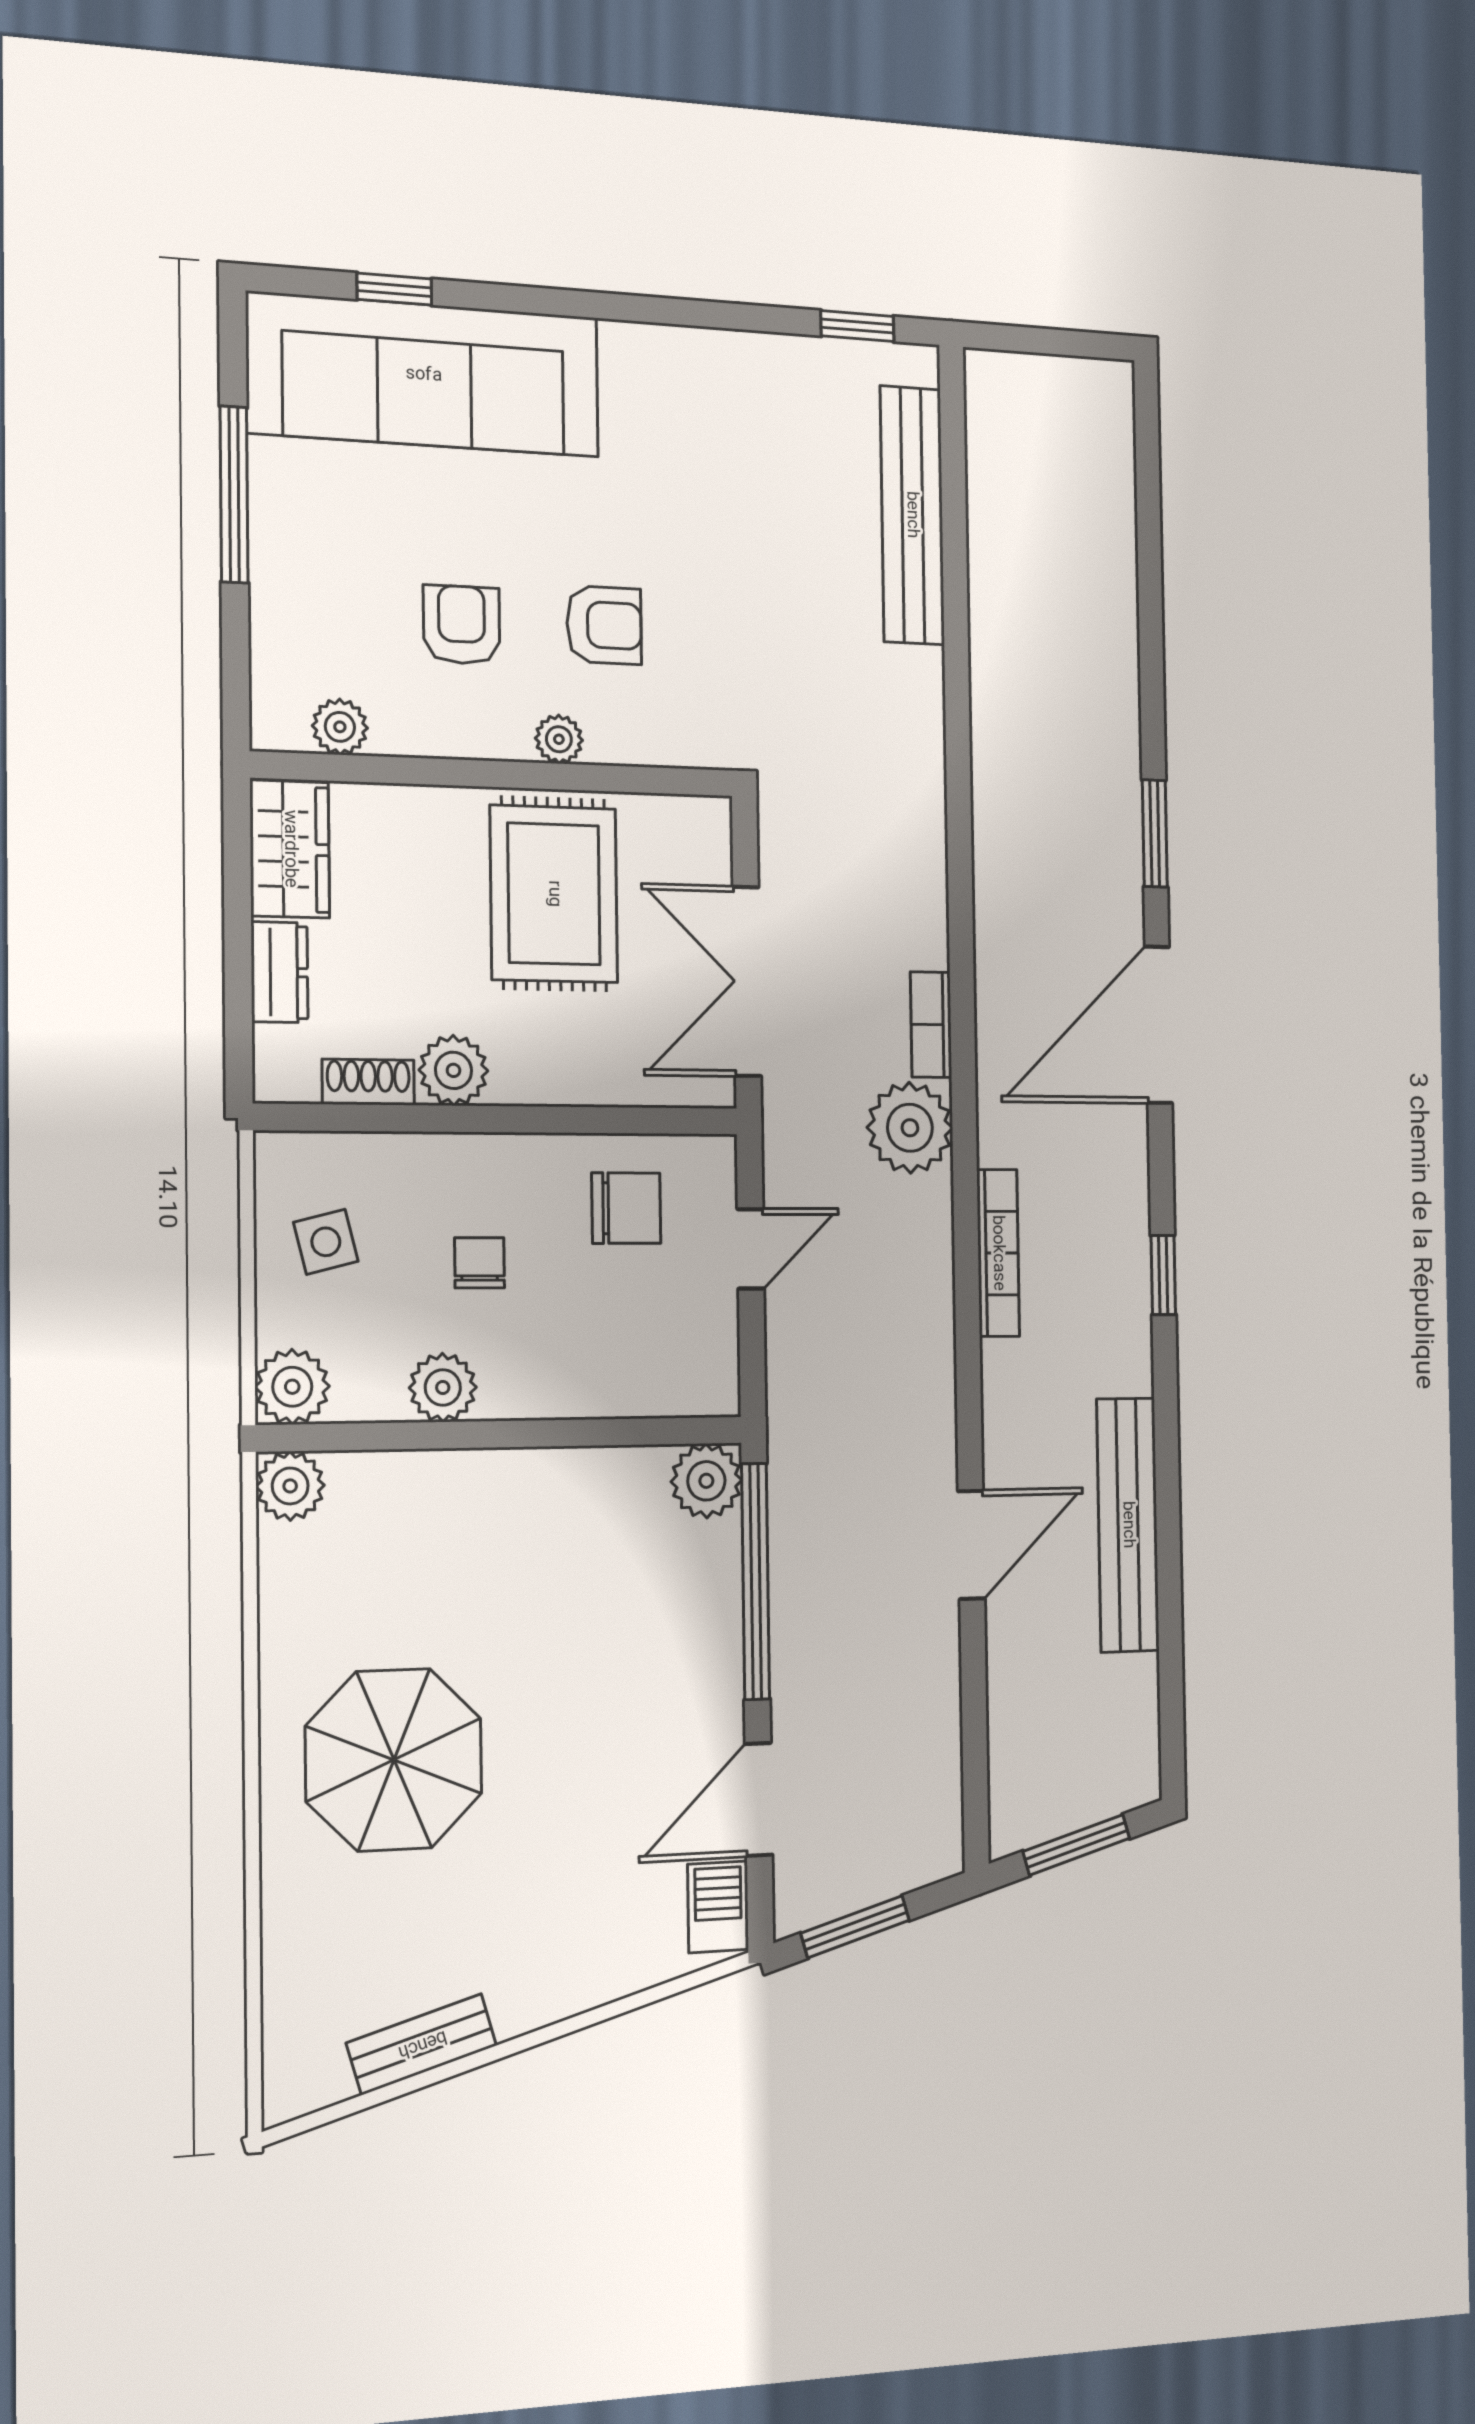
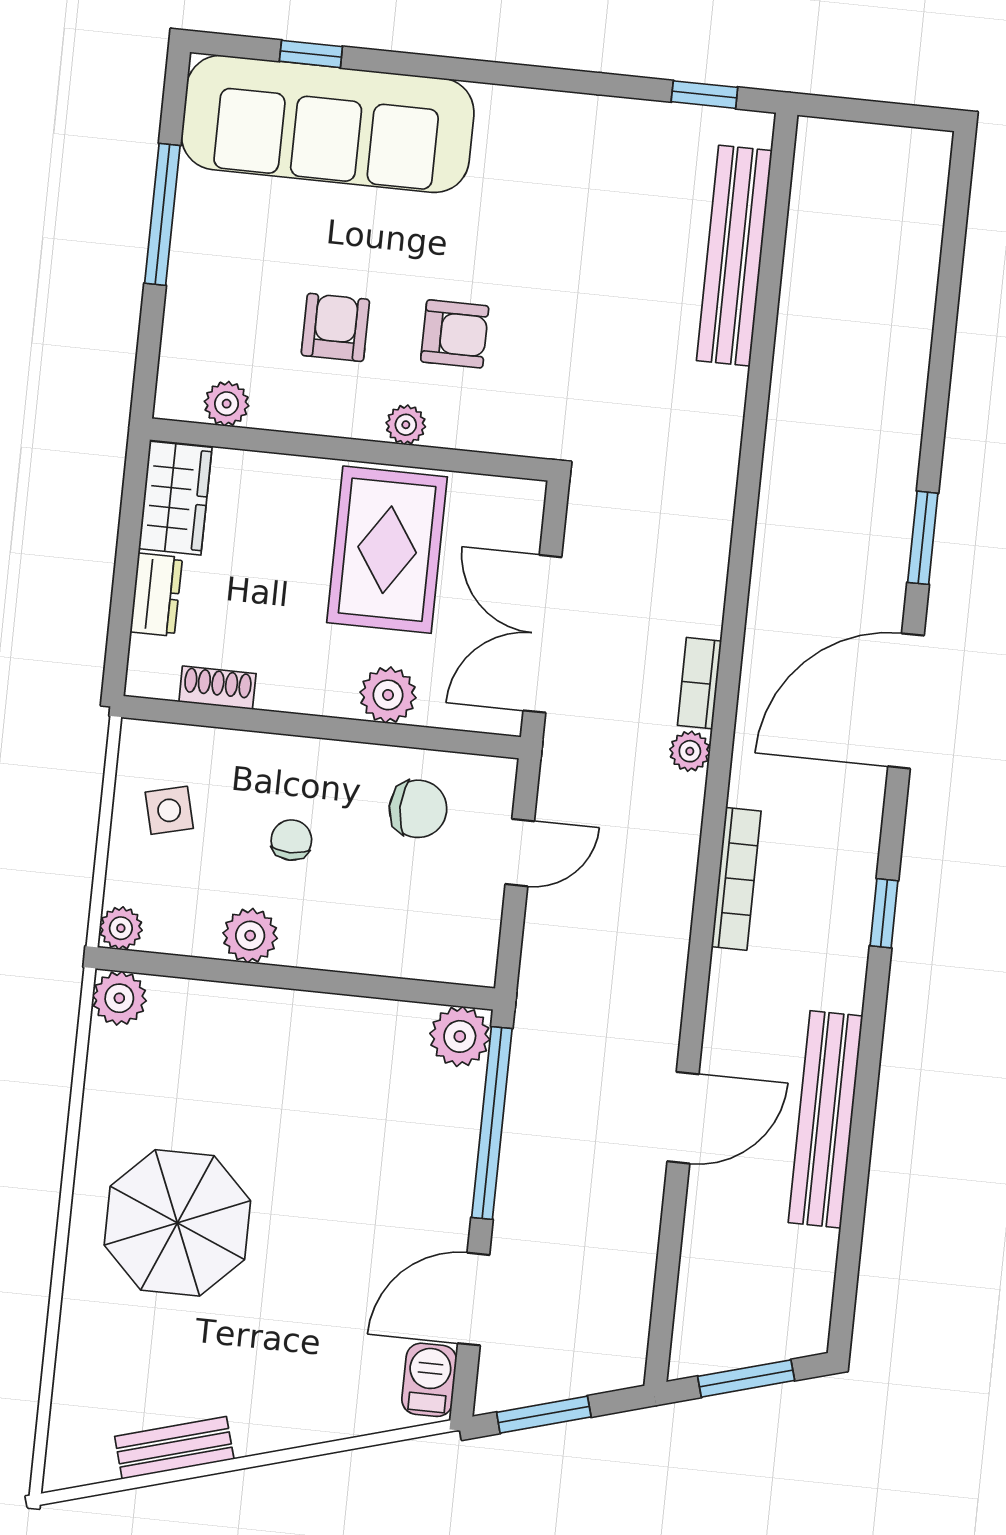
plant: (453, 1070) -> (388, 695), moved
plant: (910, 1128) -> (690, 751), width x0.53, depth x0.53
plant: (292, 1387) -> (121, 928), width x0.73, depth x0.73

